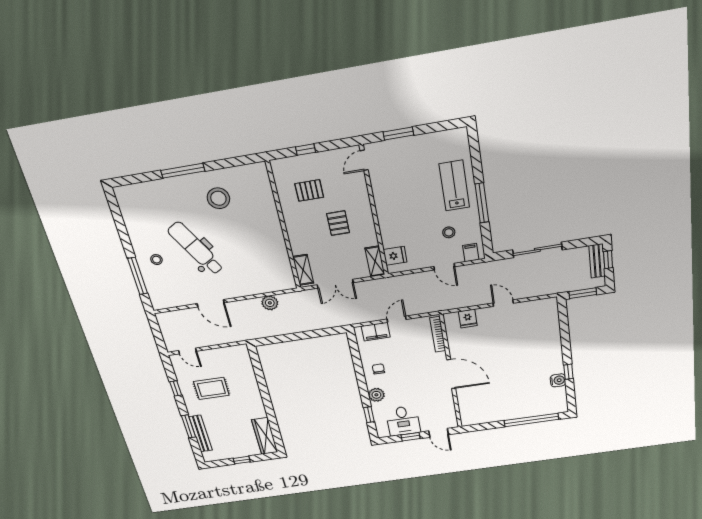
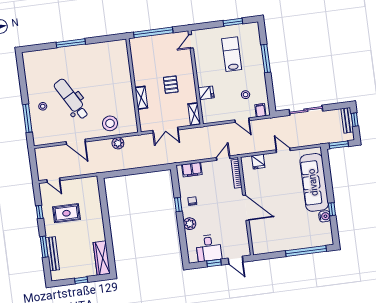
window: (398, 134) -> (233, 22), moved
window: (306, 150) -> (153, 32), width x3.17
lab bench: (454, 186) -> (232, 54), moved
pallet: (309, 190) -> (153, 61), removed
stool: (218, 198) -> (110, 123), moved
window: (482, 203) -> (266, 58), moved
fridge: (395, 256) -> (206, 93), moved
shelving: (303, 270) -> (141, 98), moved
door: (397, 319) -> (223, 158), moved
sofa: (546, 341) -> (314, 182), added
window: (369, 415) -> (178, 205), moved

